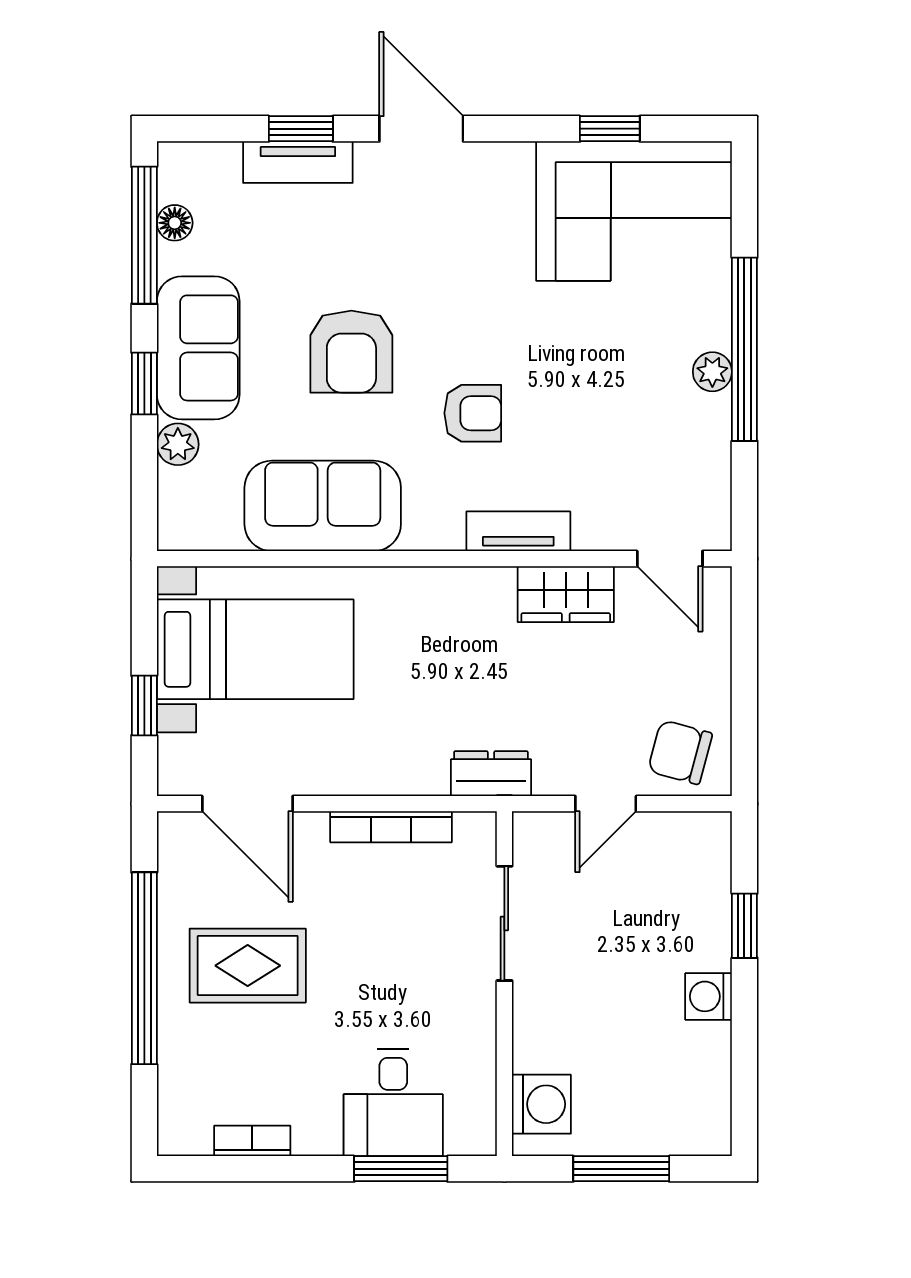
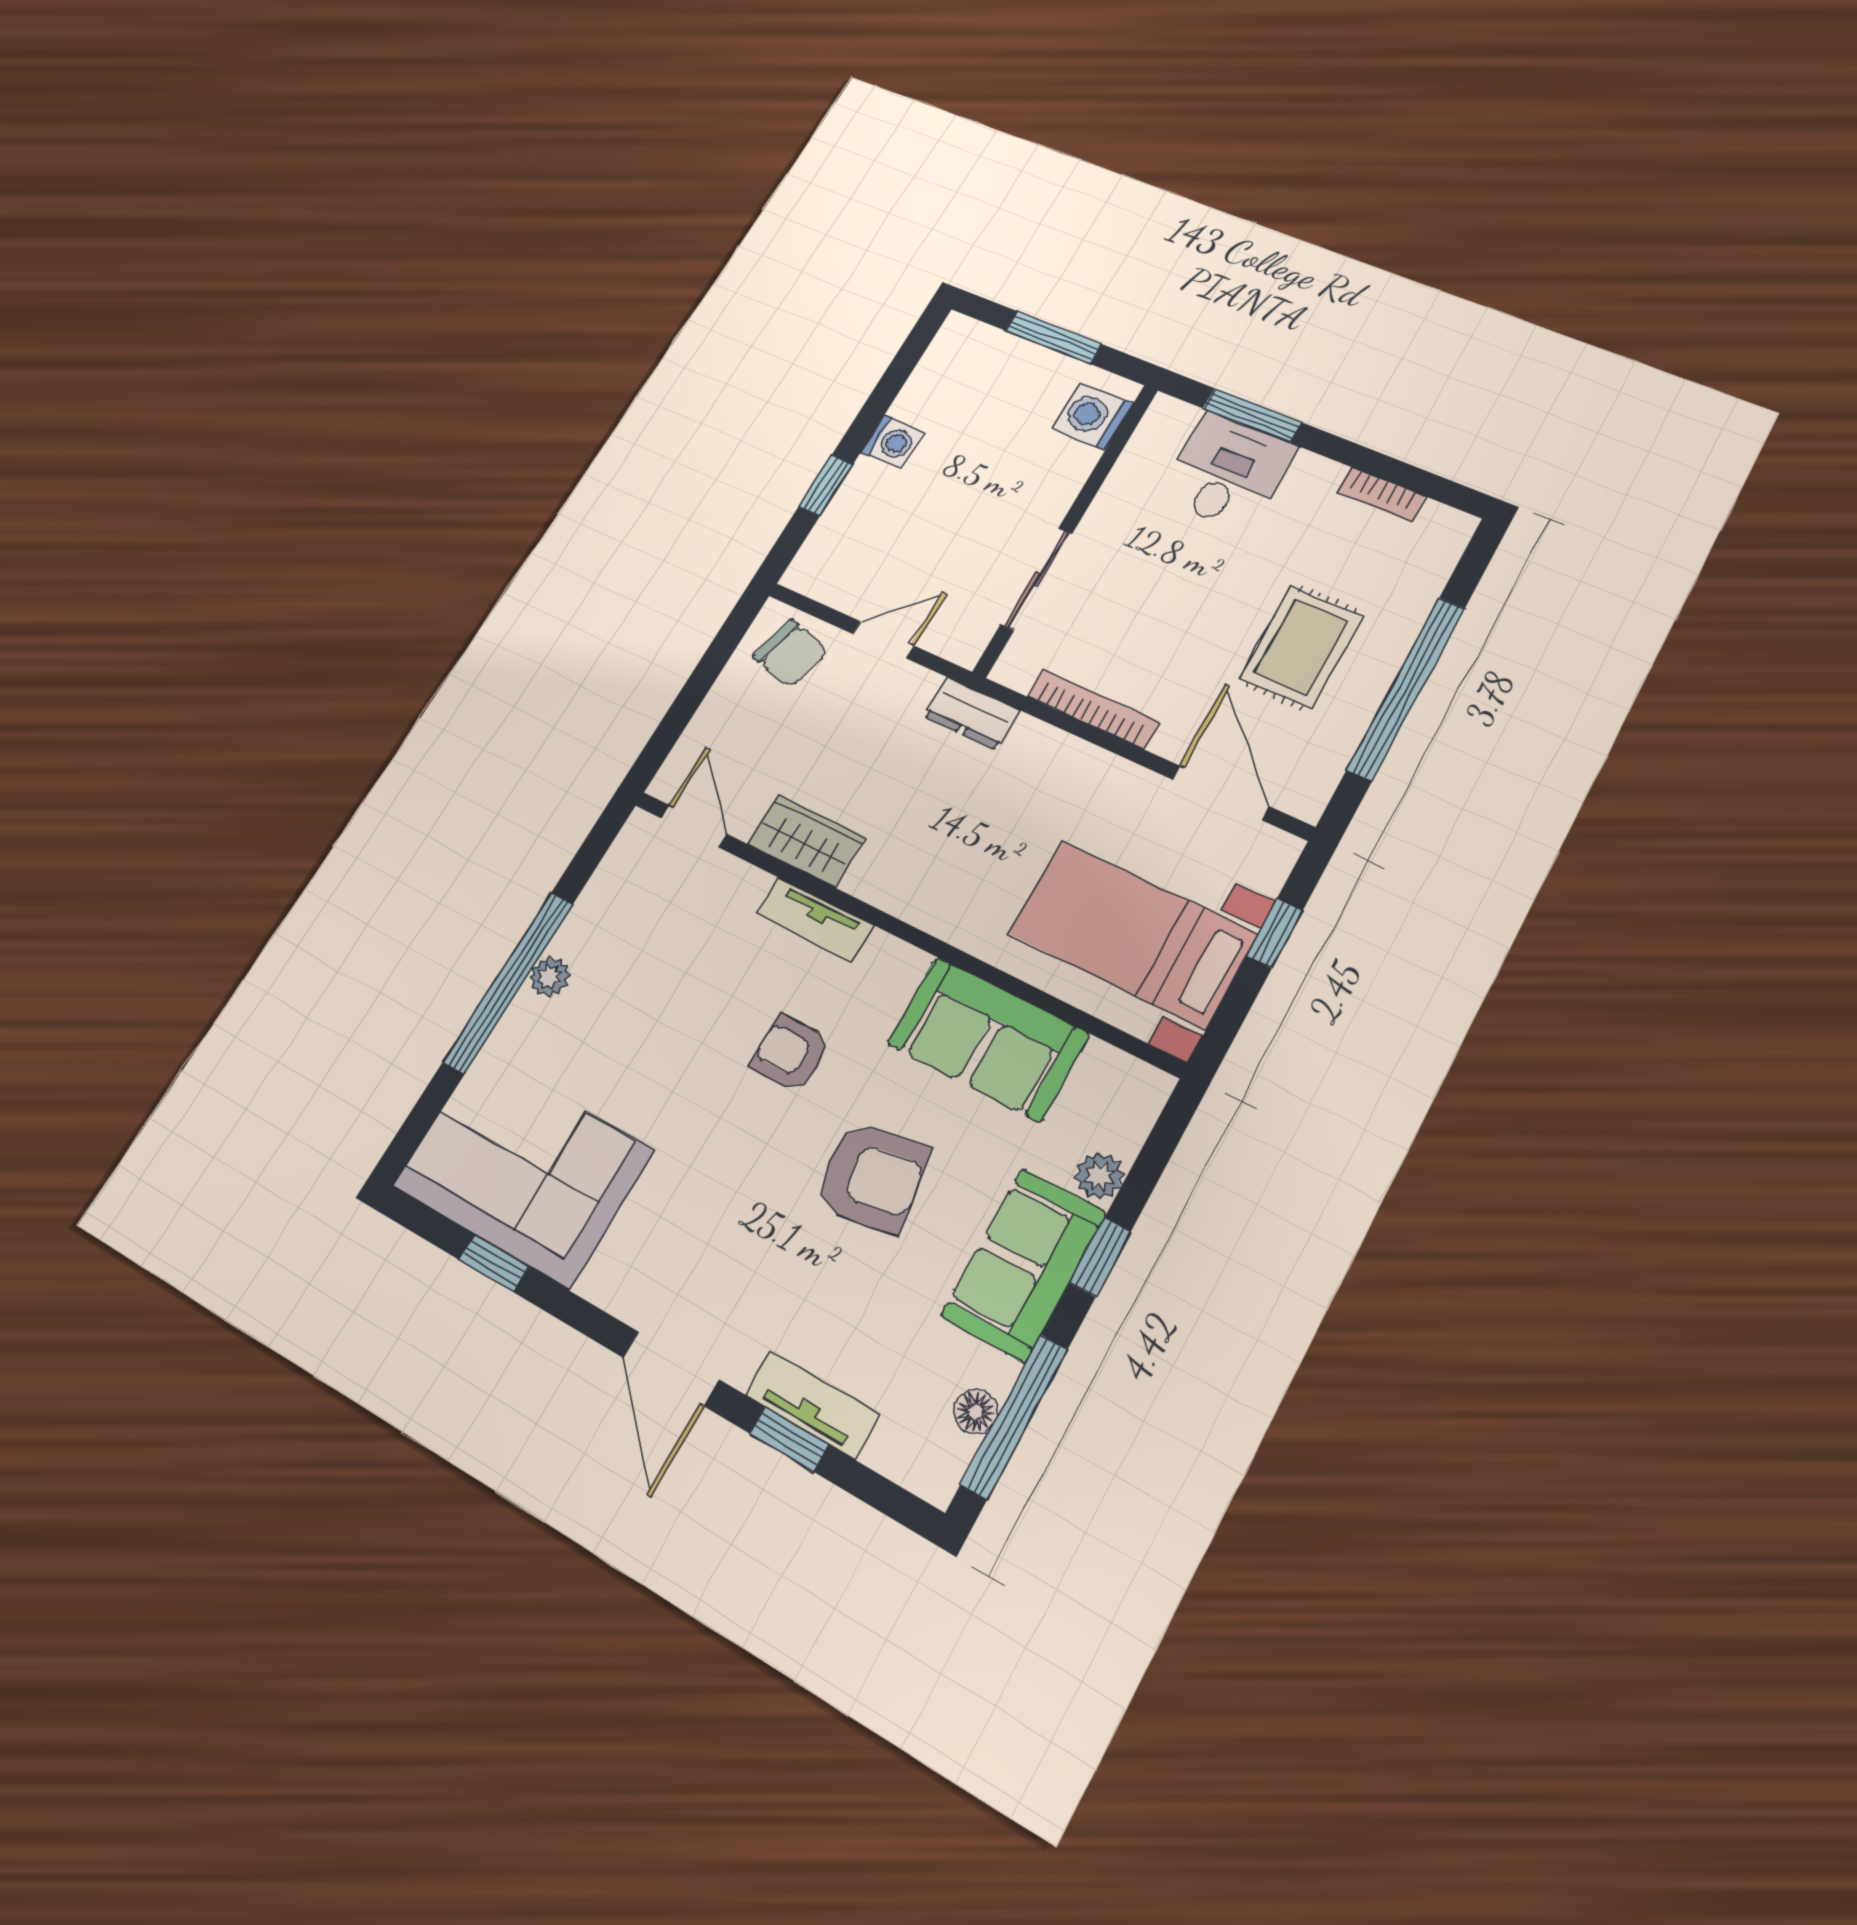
armchair: (351, 352) -> (872, 1177), turned 81
rug: (248, 966) -> (1301, 647), turned 90

